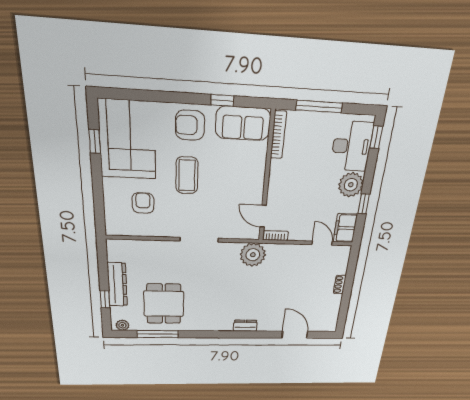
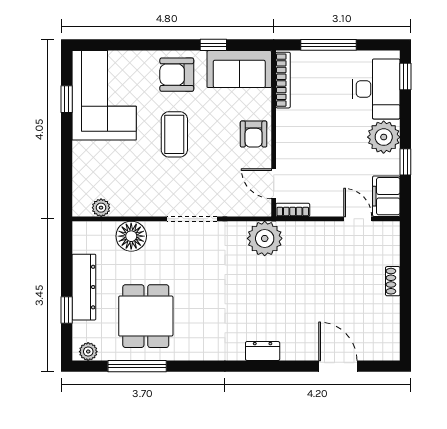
armchair: (143, 203) -> (254, 134), moved, turned 180
plant: (128, 230) -> (101, 208), added
floor lamp: (152, 251) -> (131, 236), added

